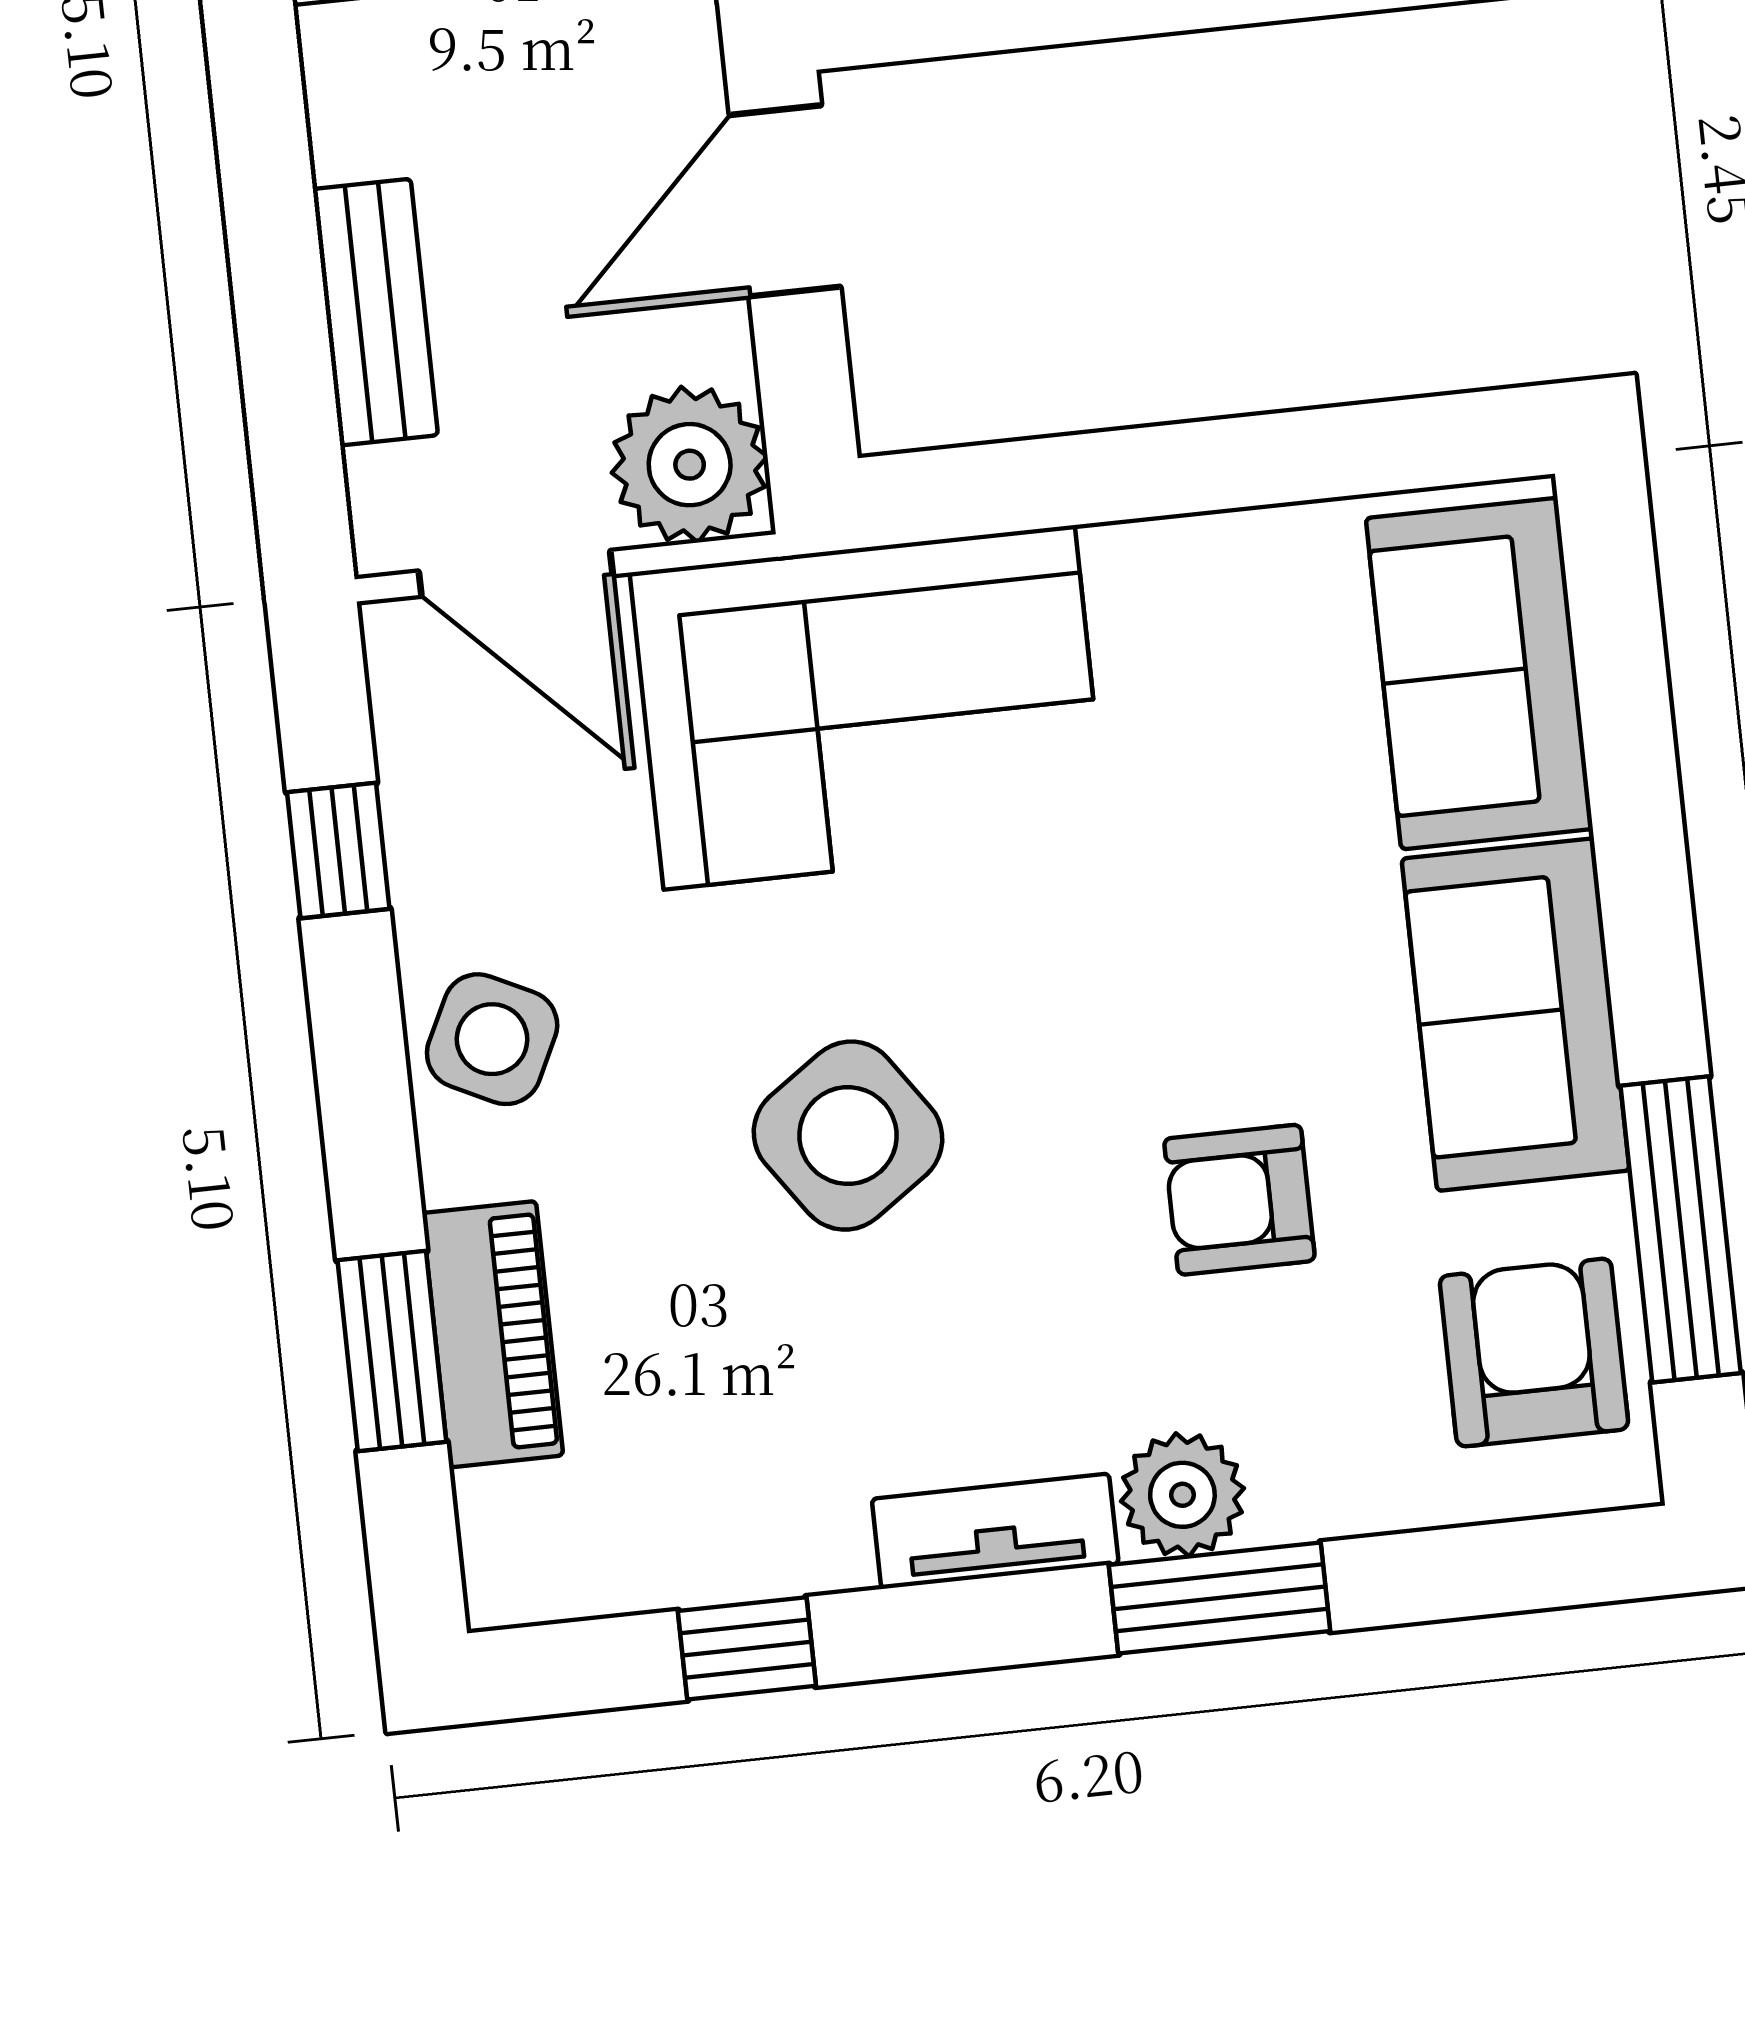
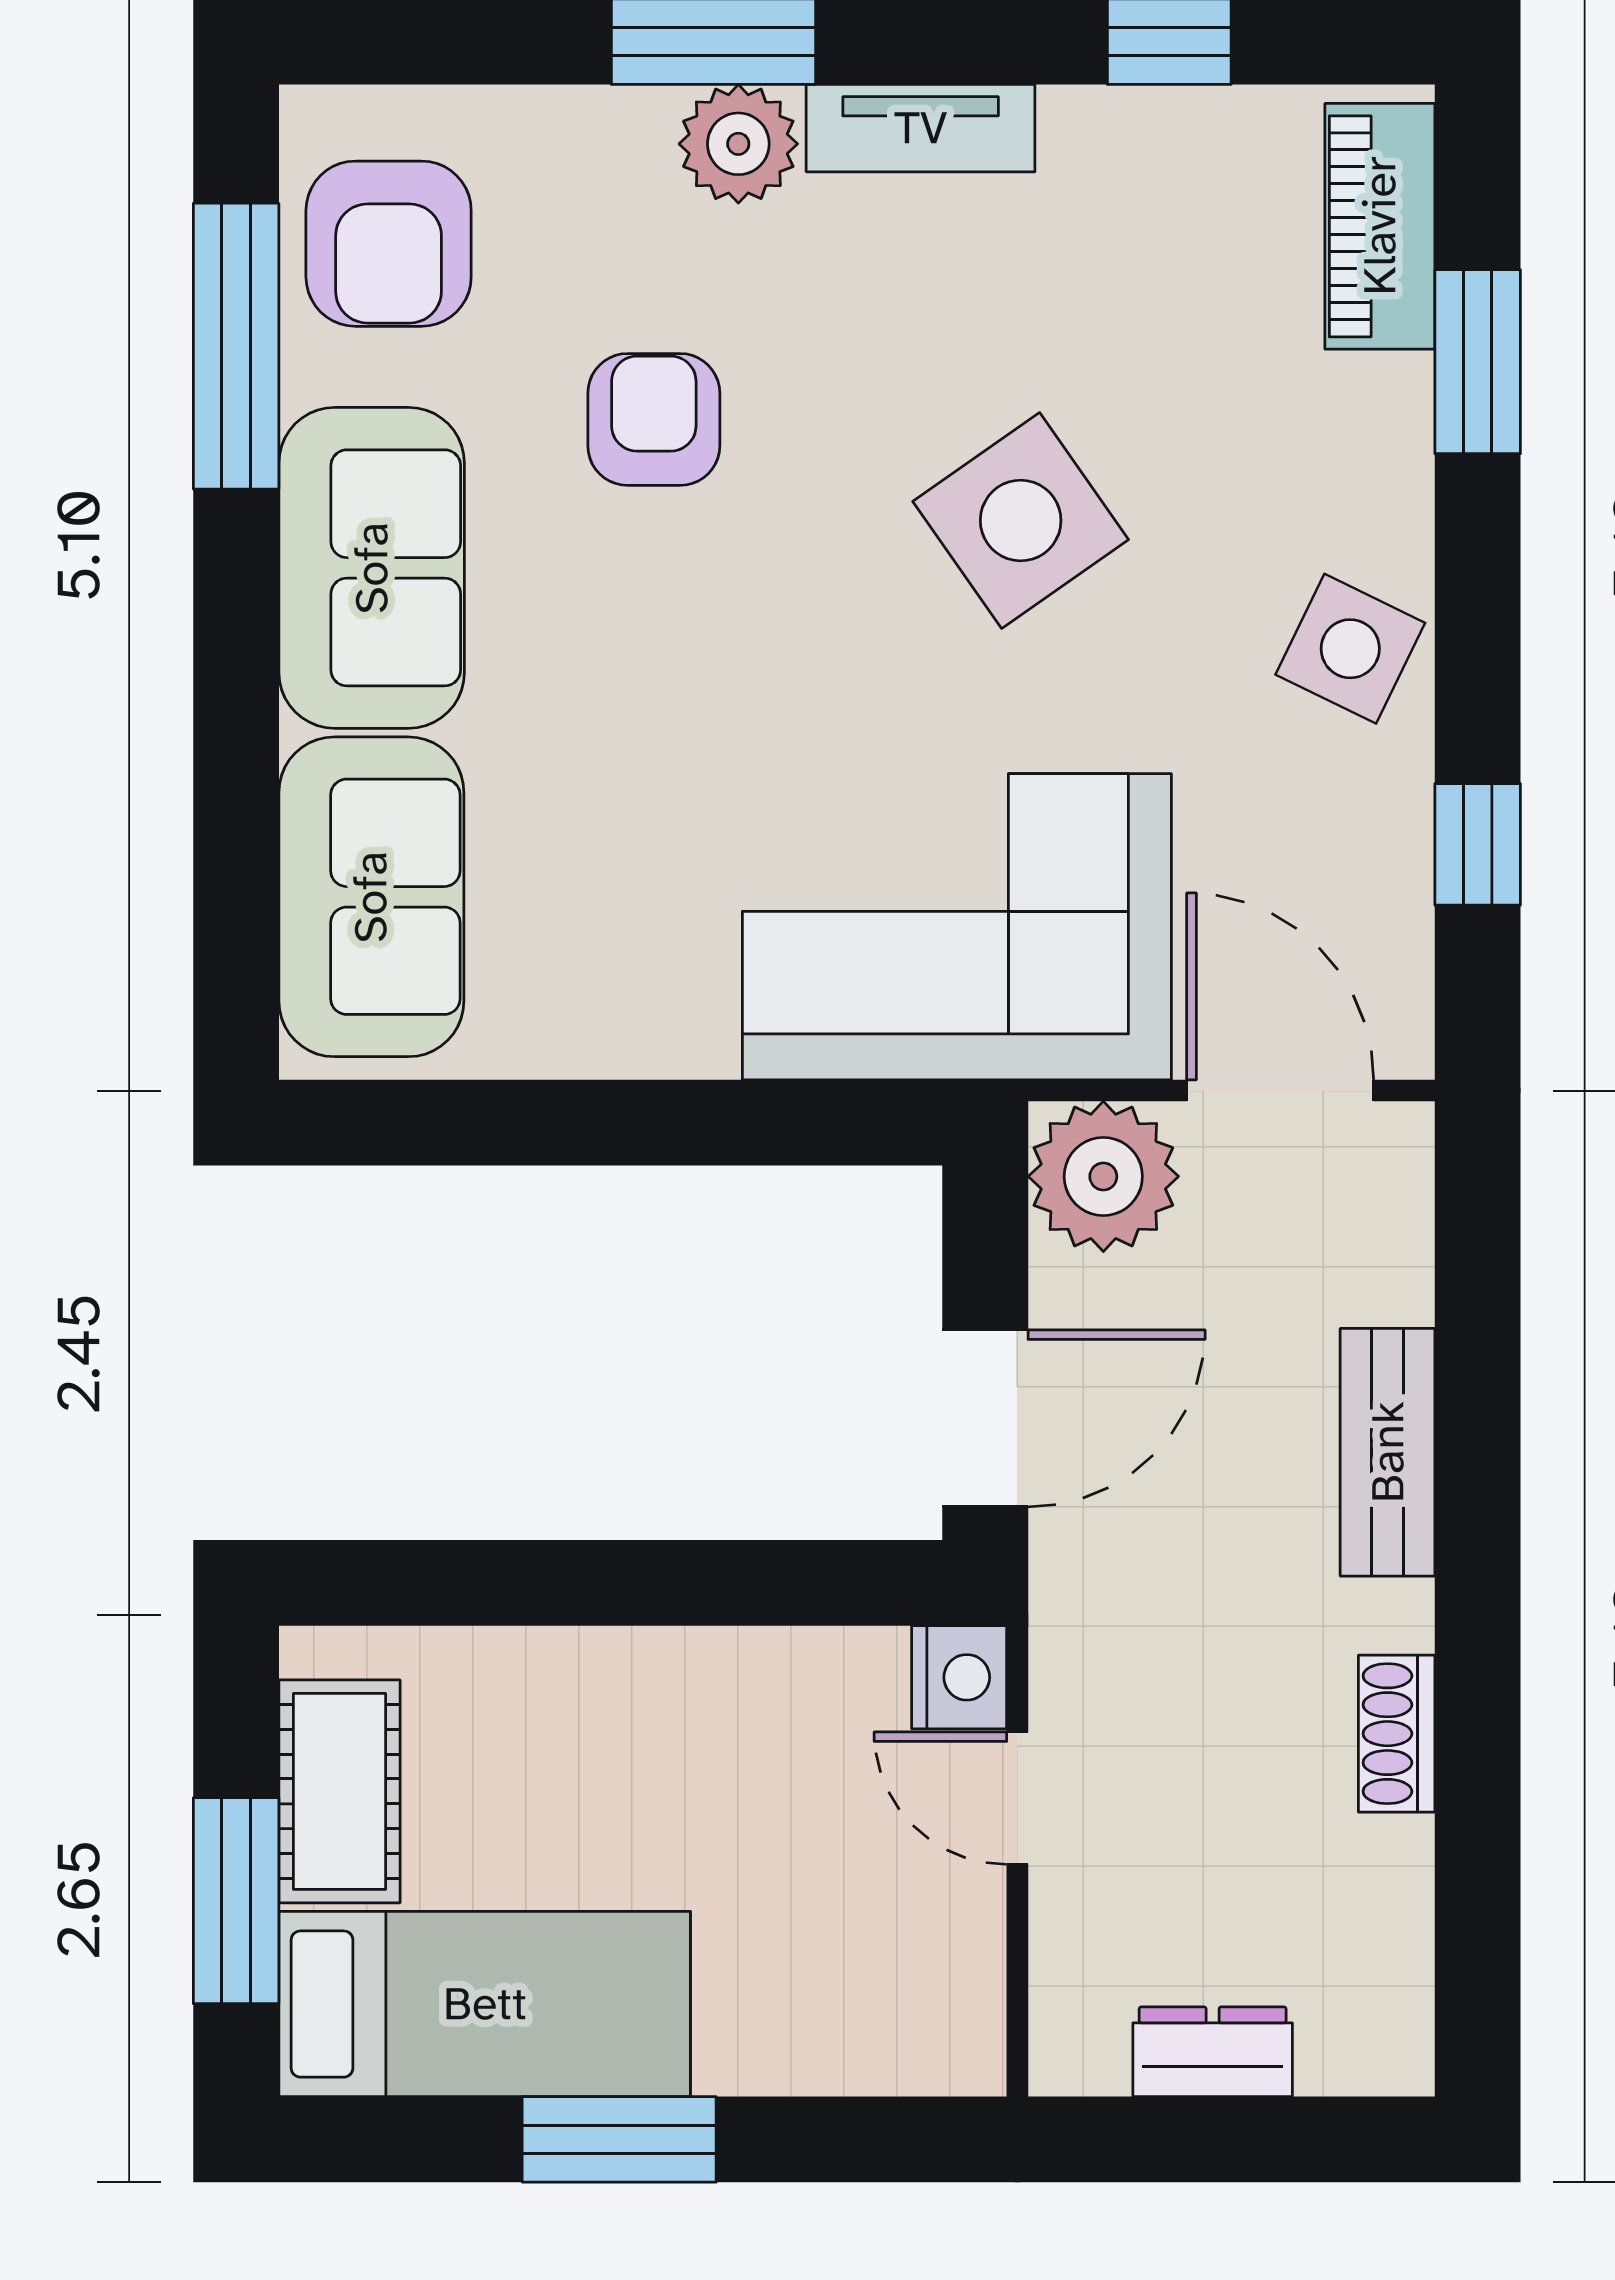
bench: (375, 312) -> (1388, 1452), moved
armchair: (1239, 1200) -> (654, 419), turned -90
piano: (493, 1334) -> (1380, 226), moved

